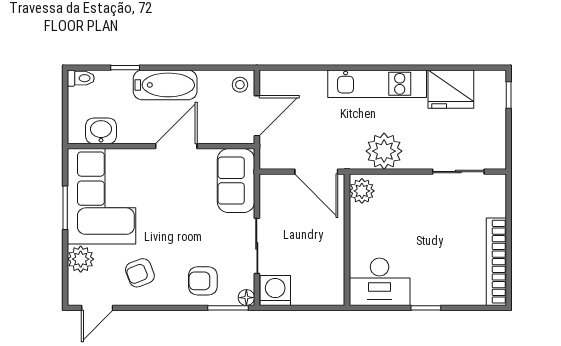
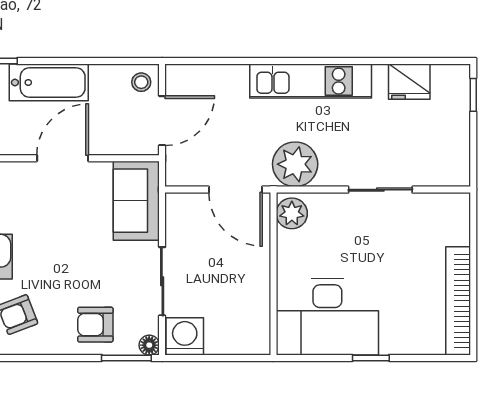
fridge: (451, 89) -> (409, 82), width x0.73, depth x0.75
plant: (384, 151) -> (295, 164), moved
sliding door: (458, 172) -> (380, 190), moved
desk: (380, 282) -> (327, 317), width x1.36, depth x1.30

